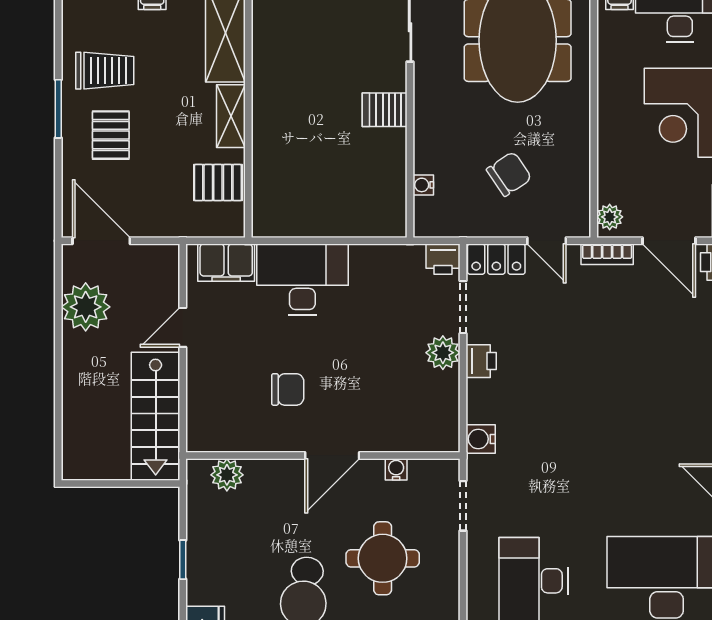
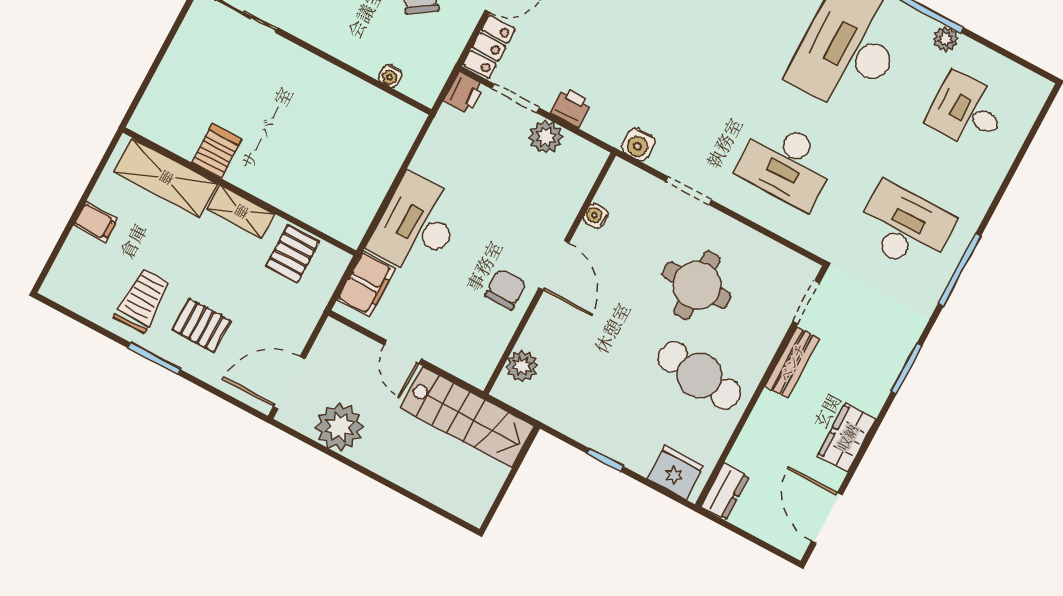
server rack: (385, 110) -> (217, 151), moved, turned 180
wall: (323, 455) -> (550, 273), moved
door: (332, 455) -> (554, 265), moved
water cooler: (396, 469) -> (596, 216), moved
plant: (227, 475) -> (522, 366), moved

